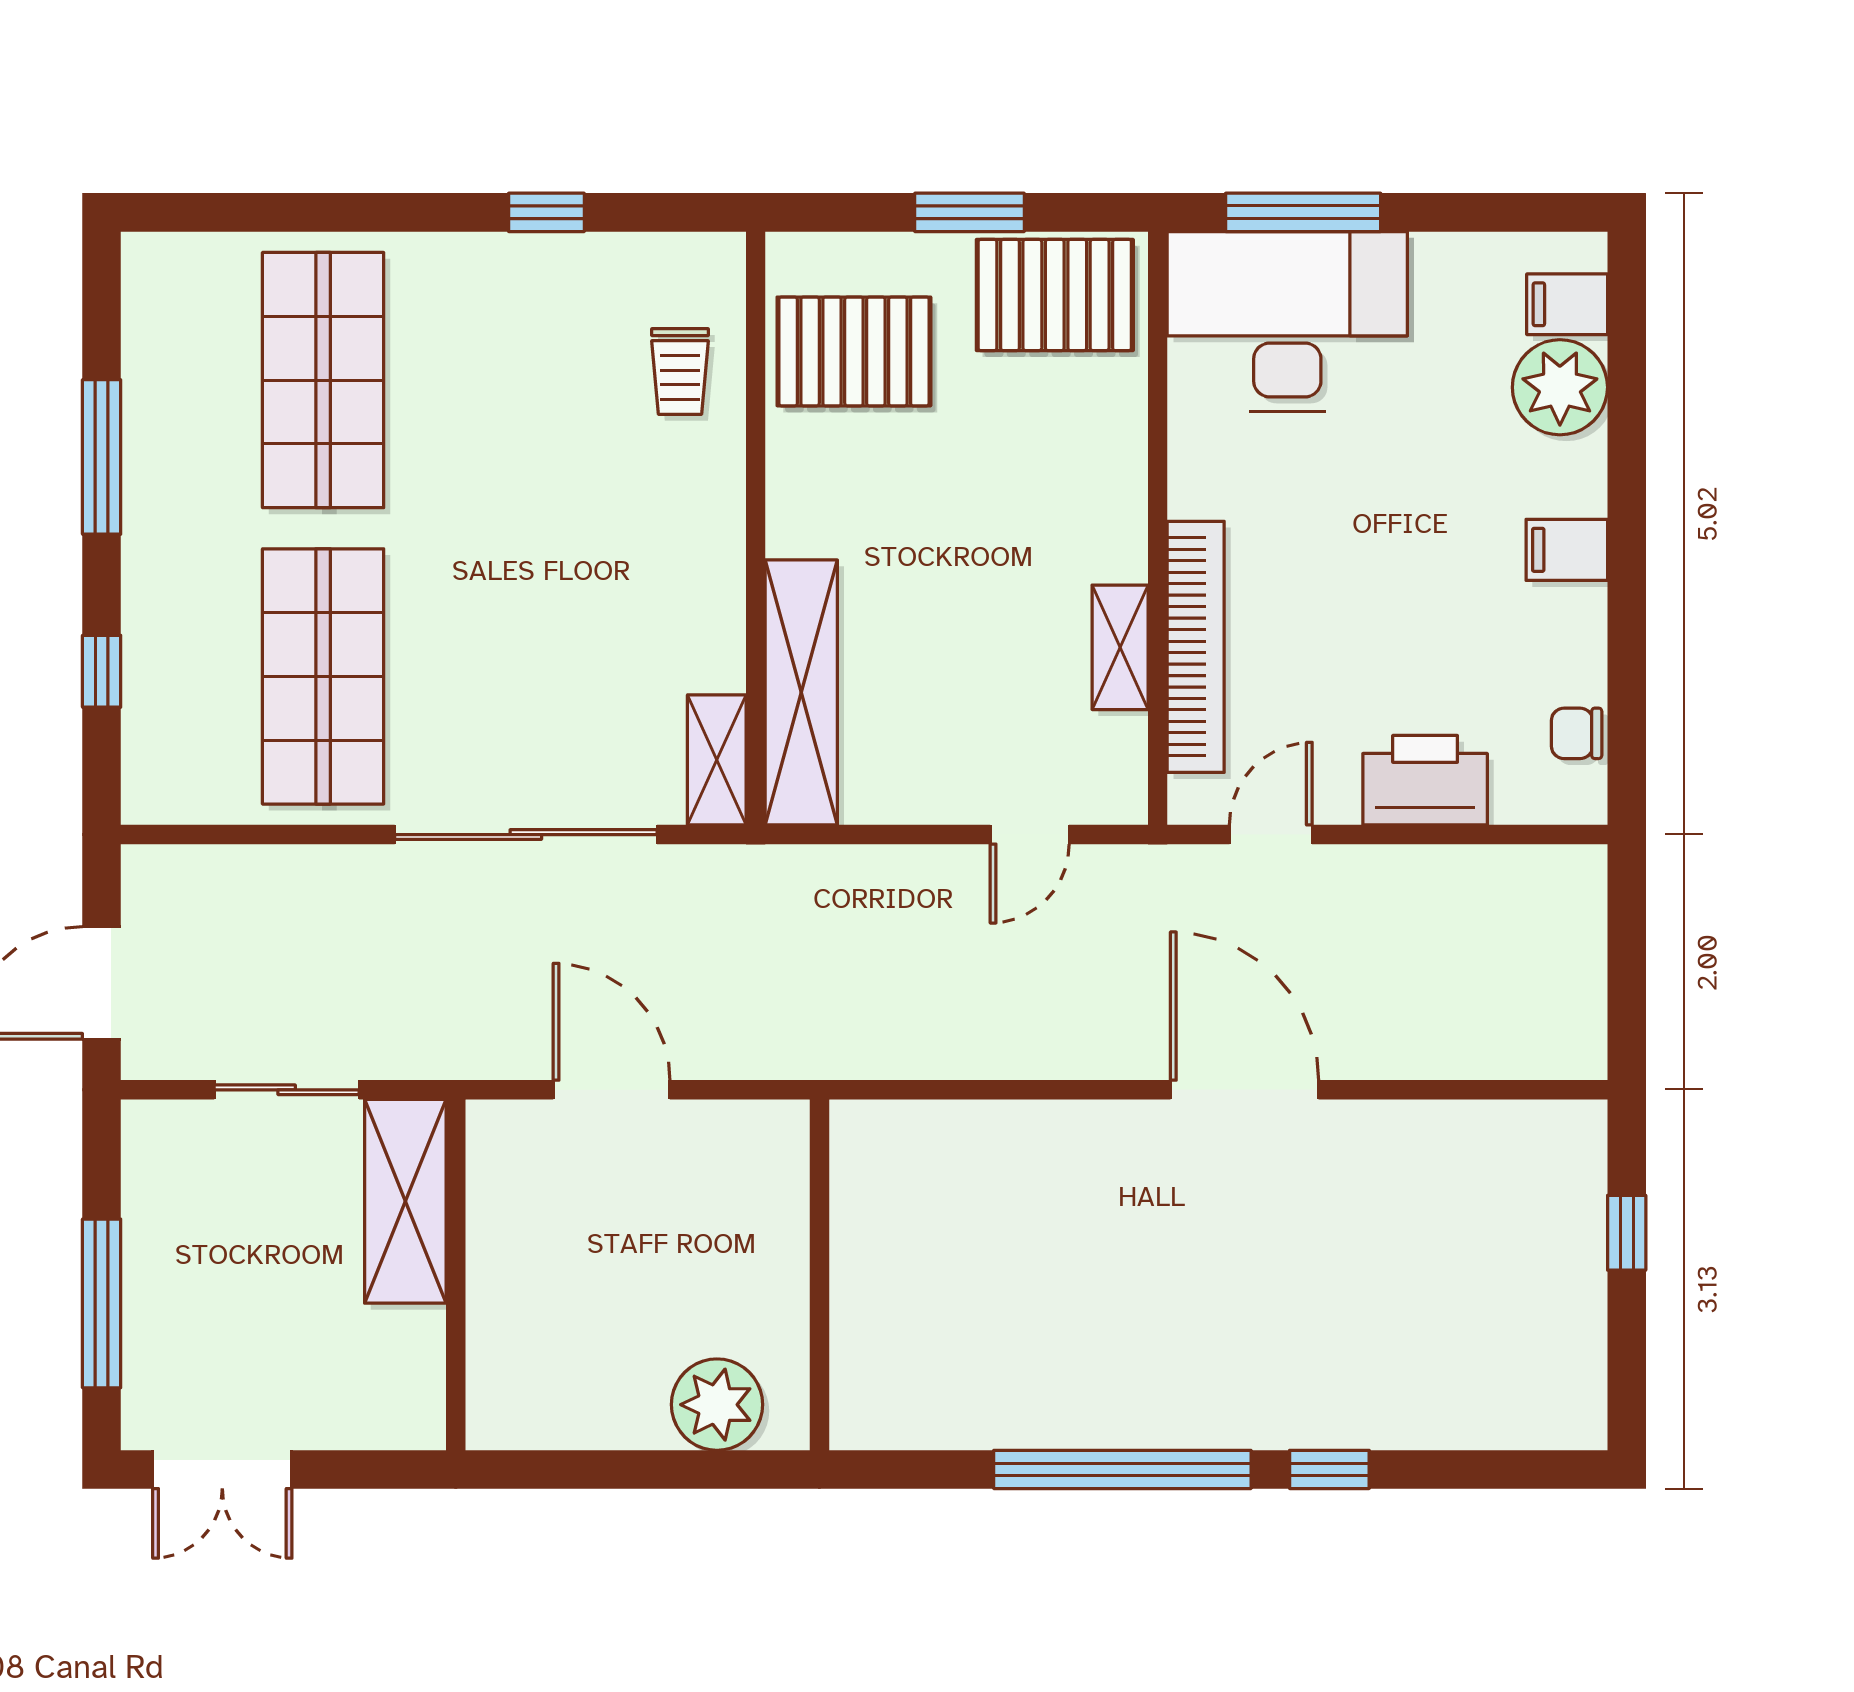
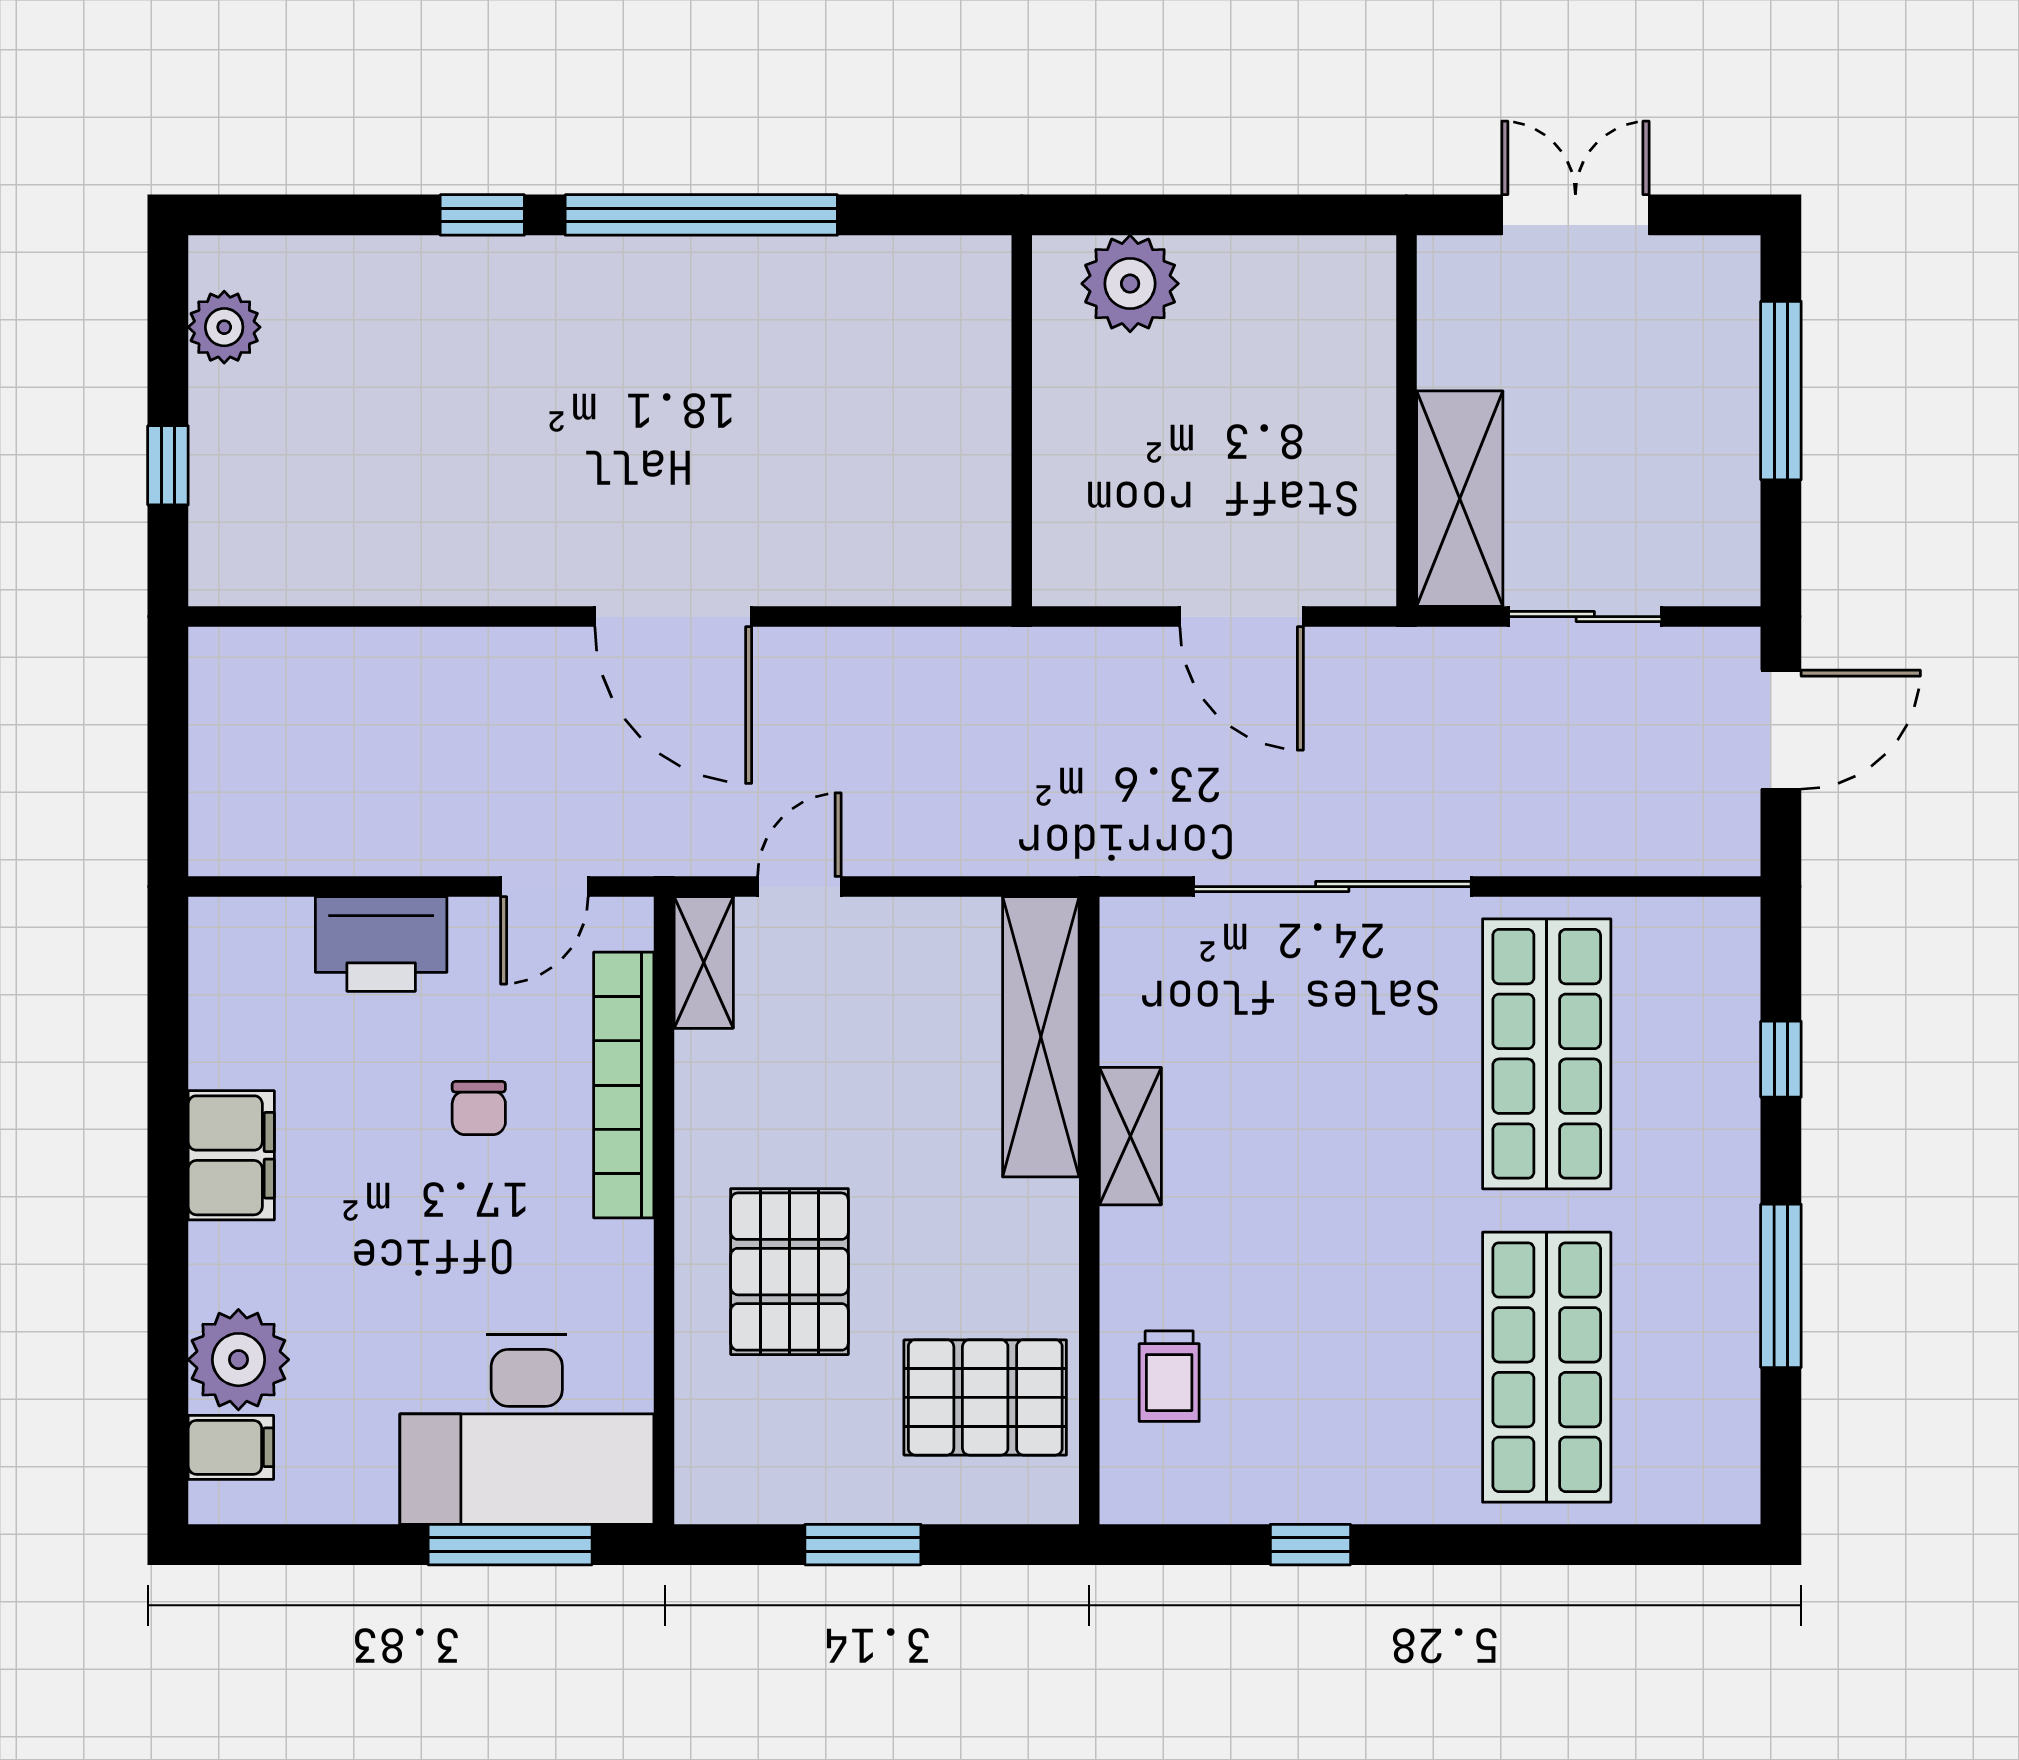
pallet: (1055, 295) -> (790, 1272), moved, turned 90
trolley: (680, 372) -> (1169, 1376), turned 180
filing cabinet: (1567, 550) -> (231, 1155), width x2.00
shelving: (1120, 647) -> (704, 962), moved
chair: (1577, 733) -> (479, 1108), moved, turned 90
shelving: (717, 760) -> (1130, 1136), moved
door: (1245, 1090) -> (673, 617), moved
plant: (1573, 1363) -> (224, 327), added
double door: (222, 1469) -> (1575, 215), moved

